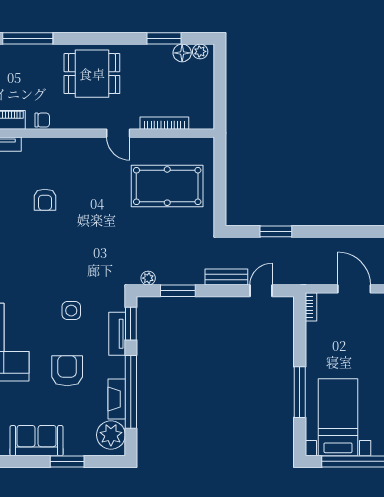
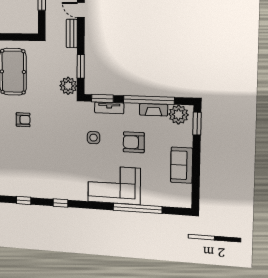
armchair: (45, 200) -> (23, 120), moved
plant: (148, 278) -> (68, 86), width x1.87, depth x1.87
window: (67, 461) -> (197, 124), moved

